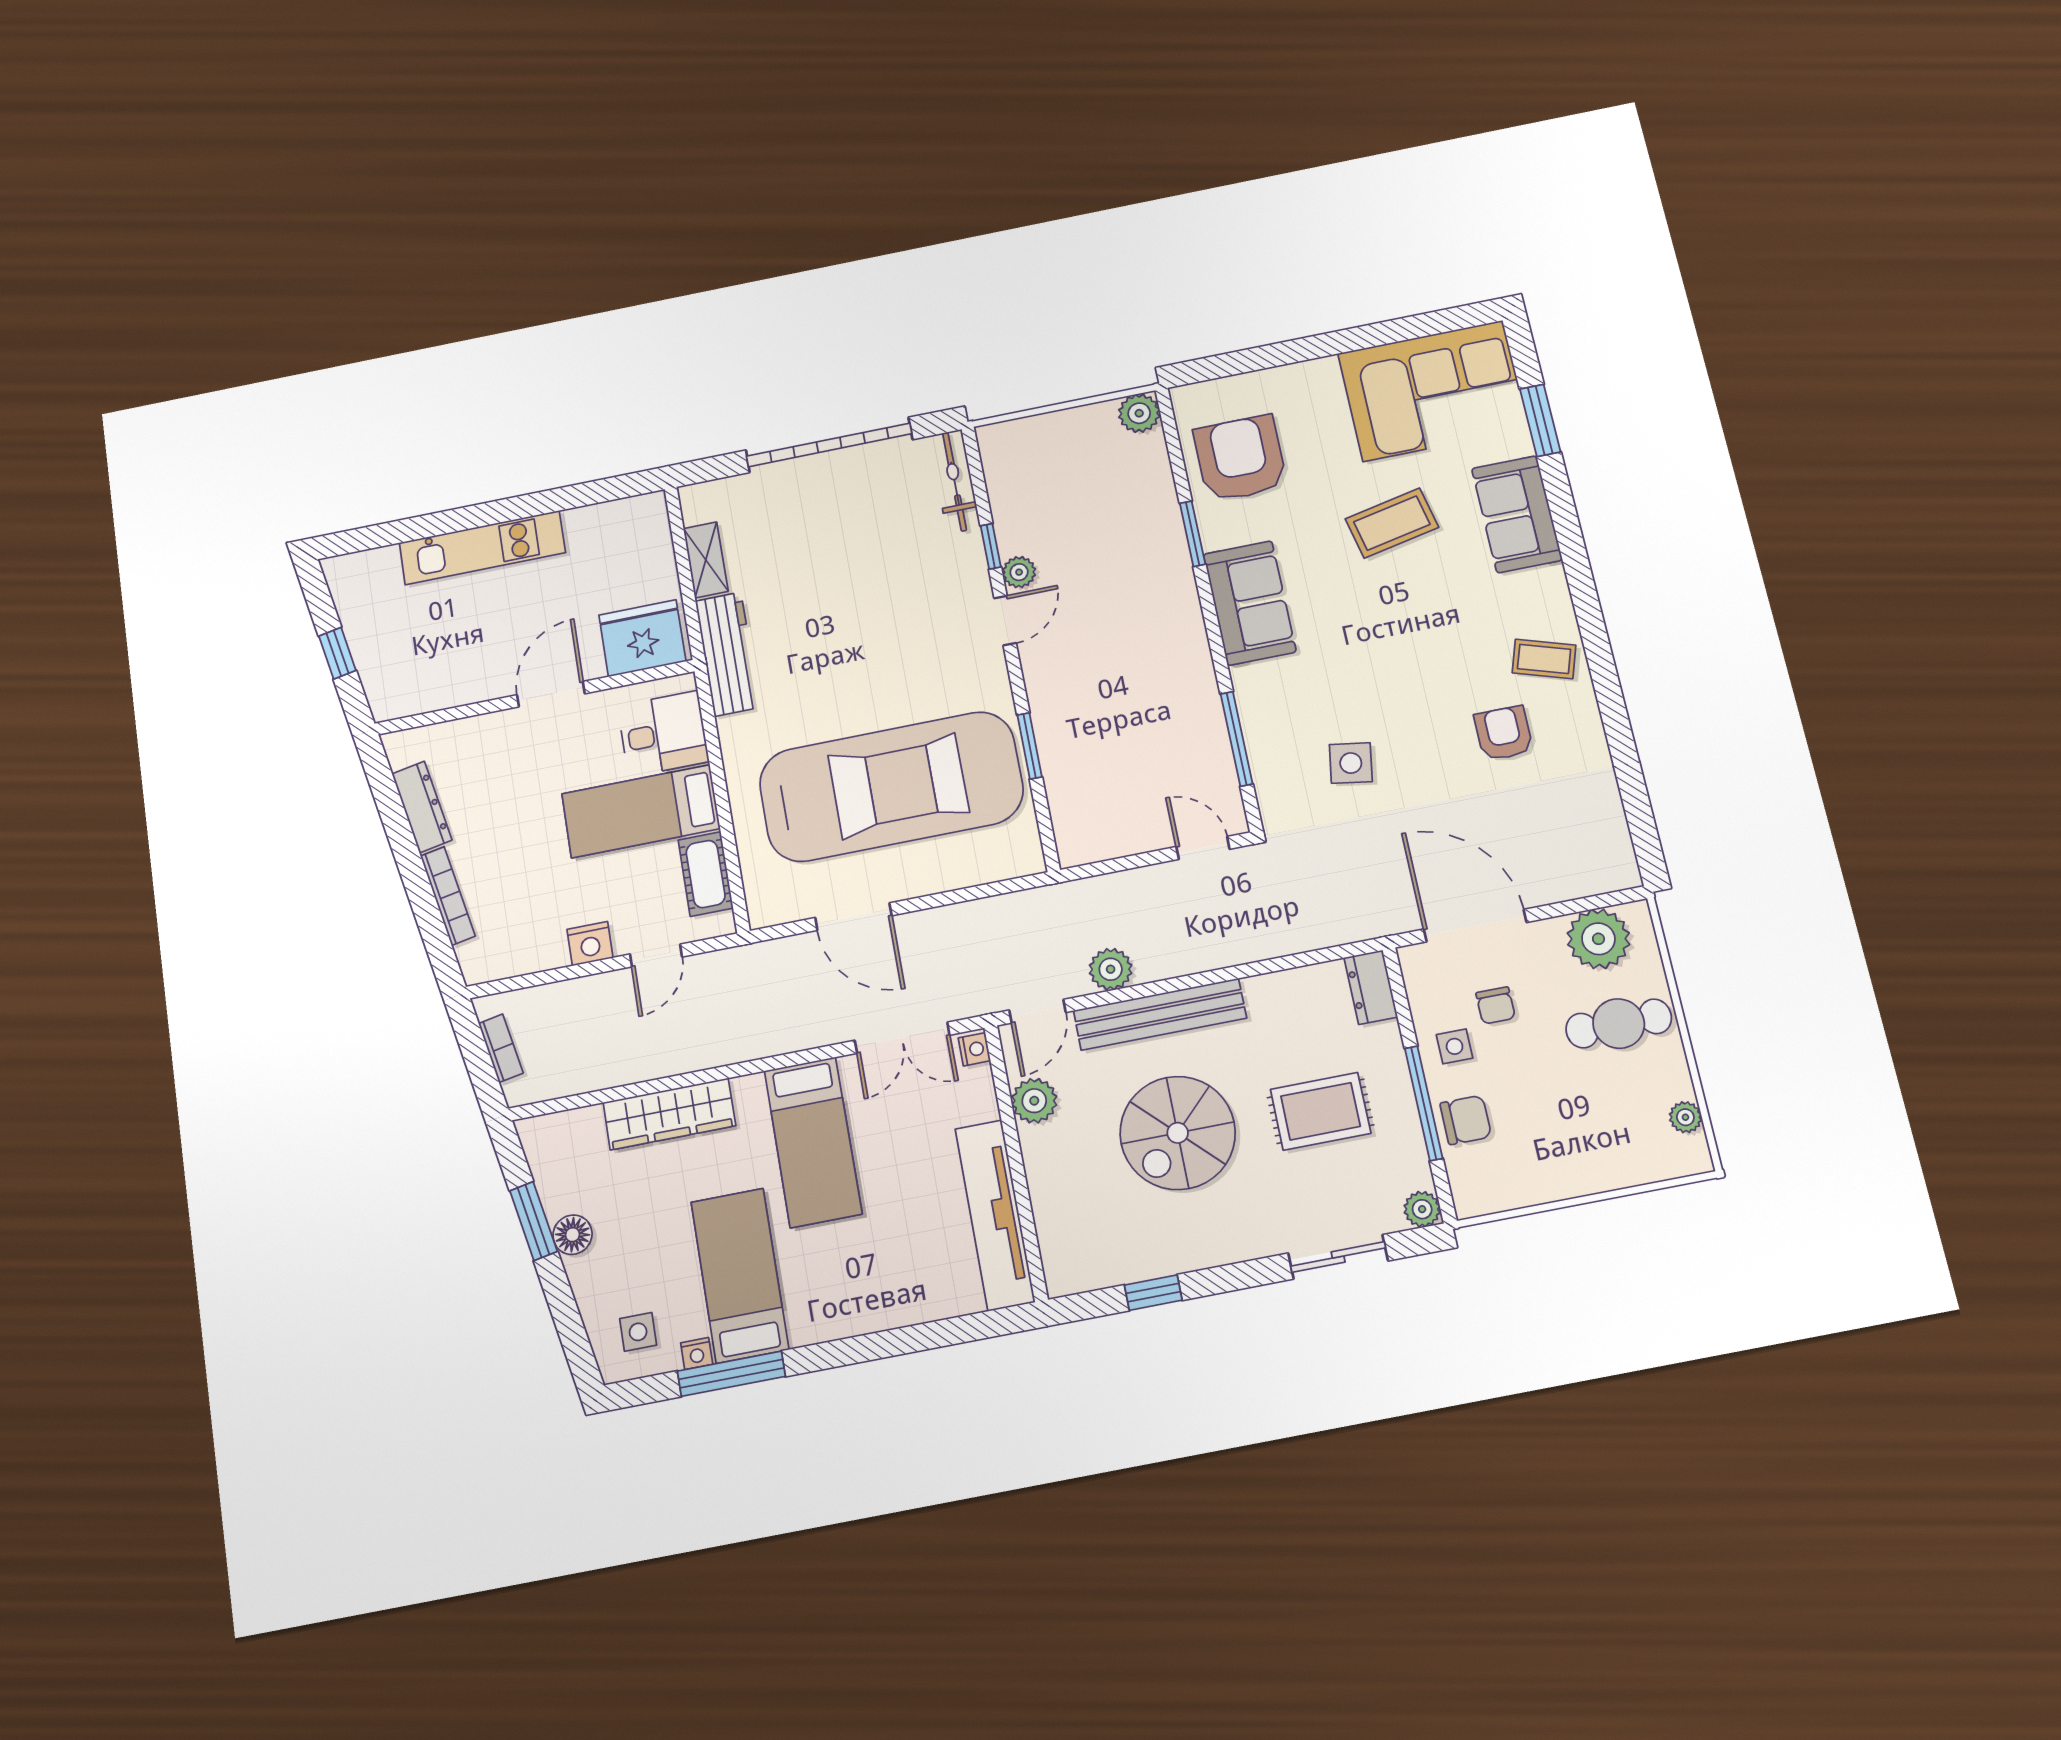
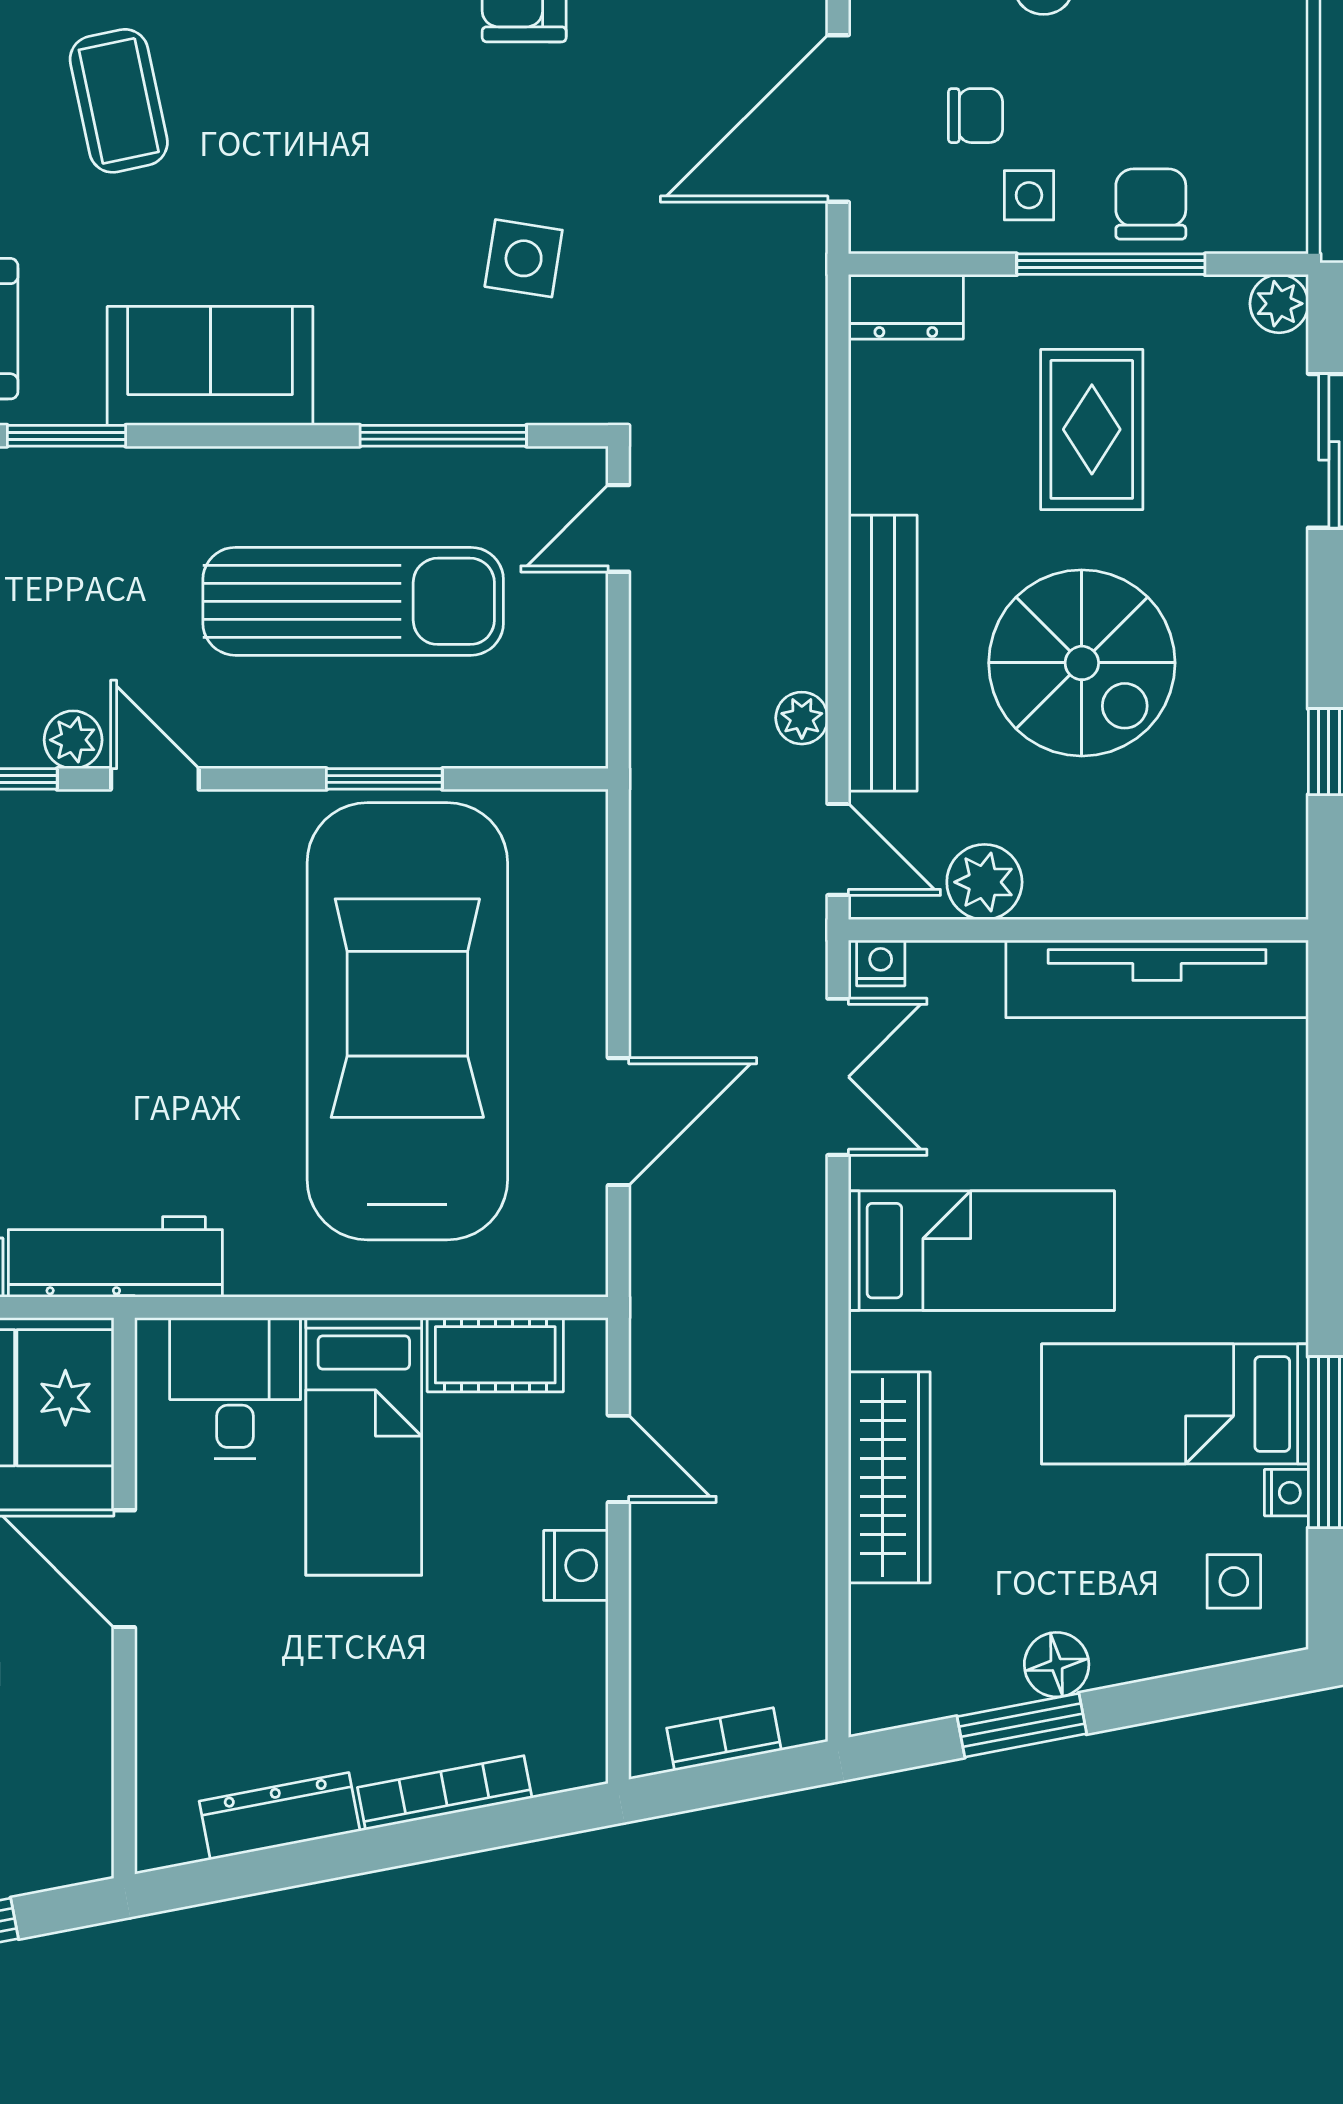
sun lounger: (1129, 708) -> (353, 601), added
plant: (1111, 969) -> (802, 718), width x0.73, depth x0.73

